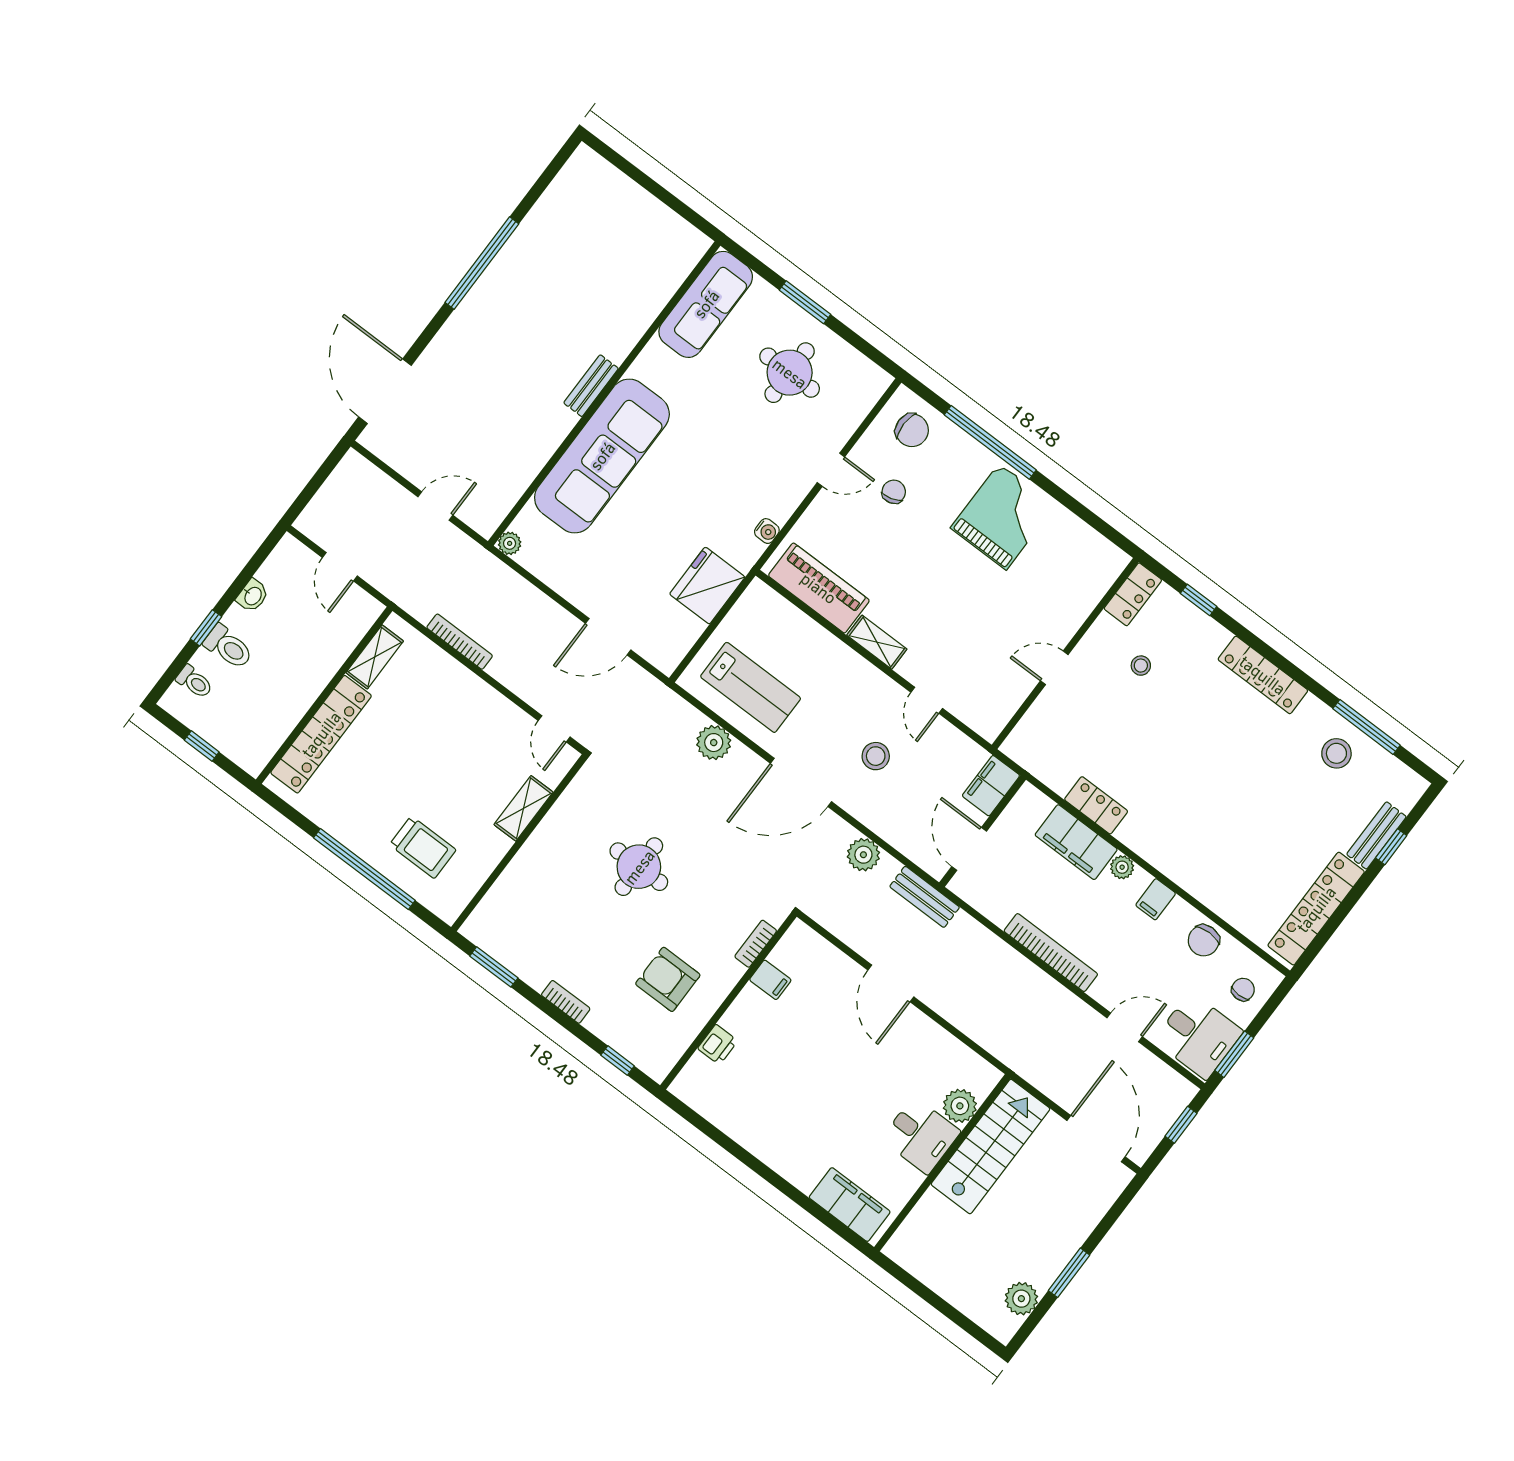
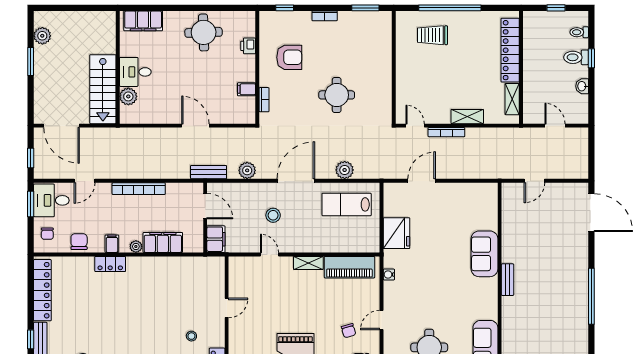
sofa: (602, 456) -> (484, 254), width x0.54, depth x0.79
plant: (510, 543) -> (492, 189), removed
bookcase: (460, 642) -> (446, 132), moved
locker: (1096, 805) -> (110, 264), moved
shelving: (523, 808) -> (467, 117), moved, turned 90
round table: (770, 1117) -> (204, 32), added

